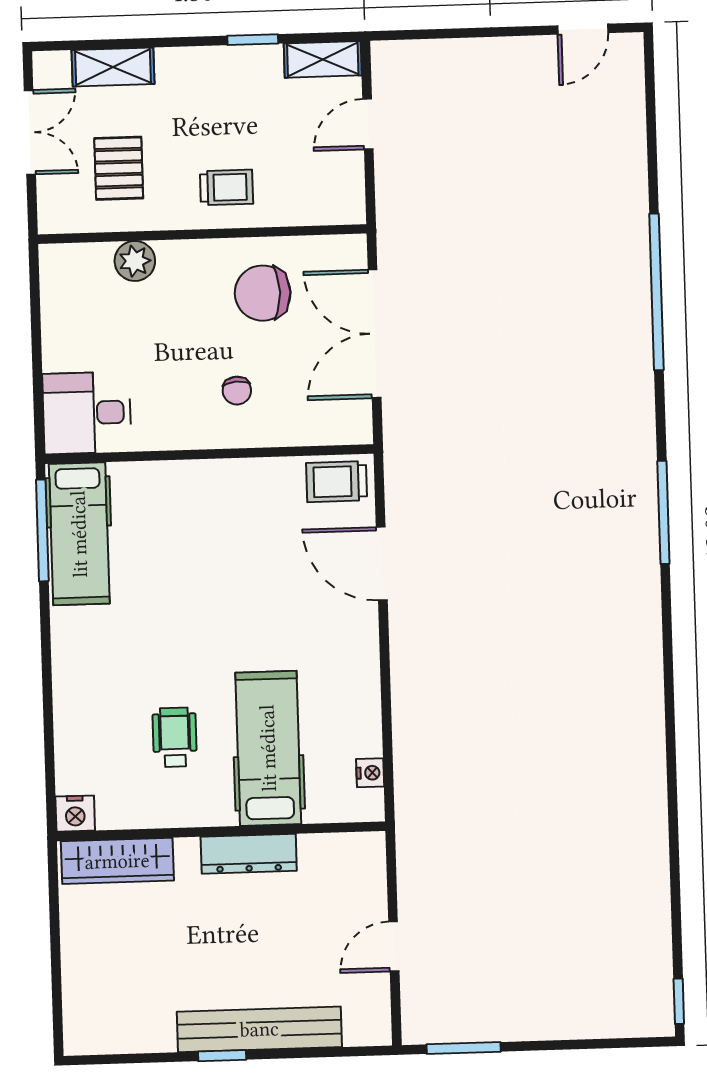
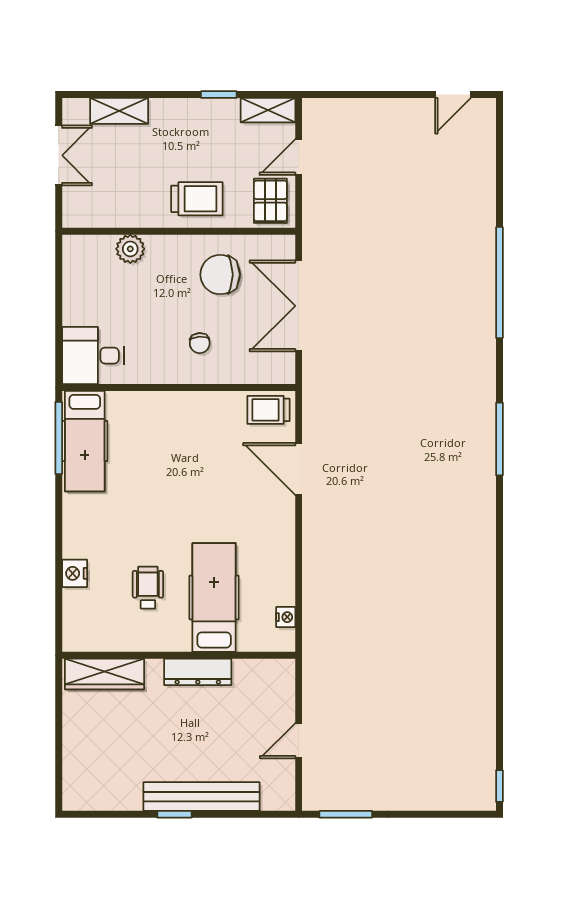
pallet: (119, 168) -> (270, 201), moved
trolley: (227, 187) -> (197, 199), width x1.36, depth x1.39
nightstand: (75, 814) -> (75, 573), moved, turned 90

